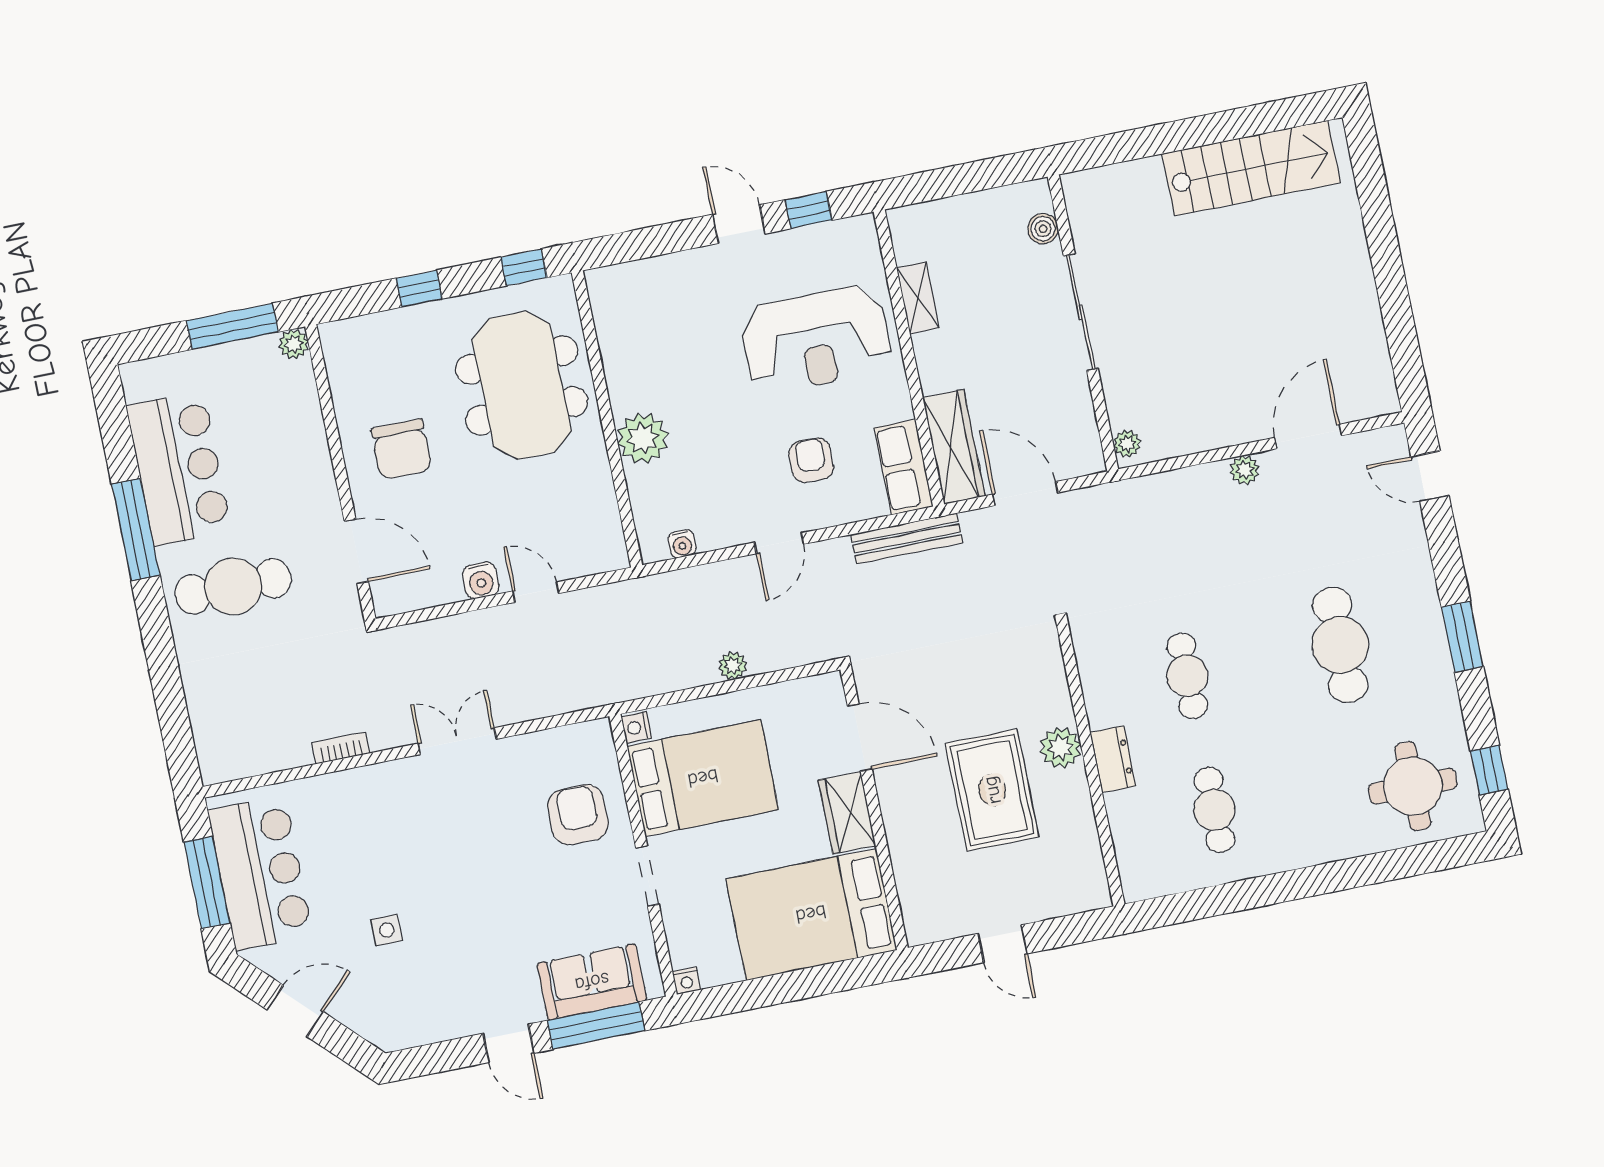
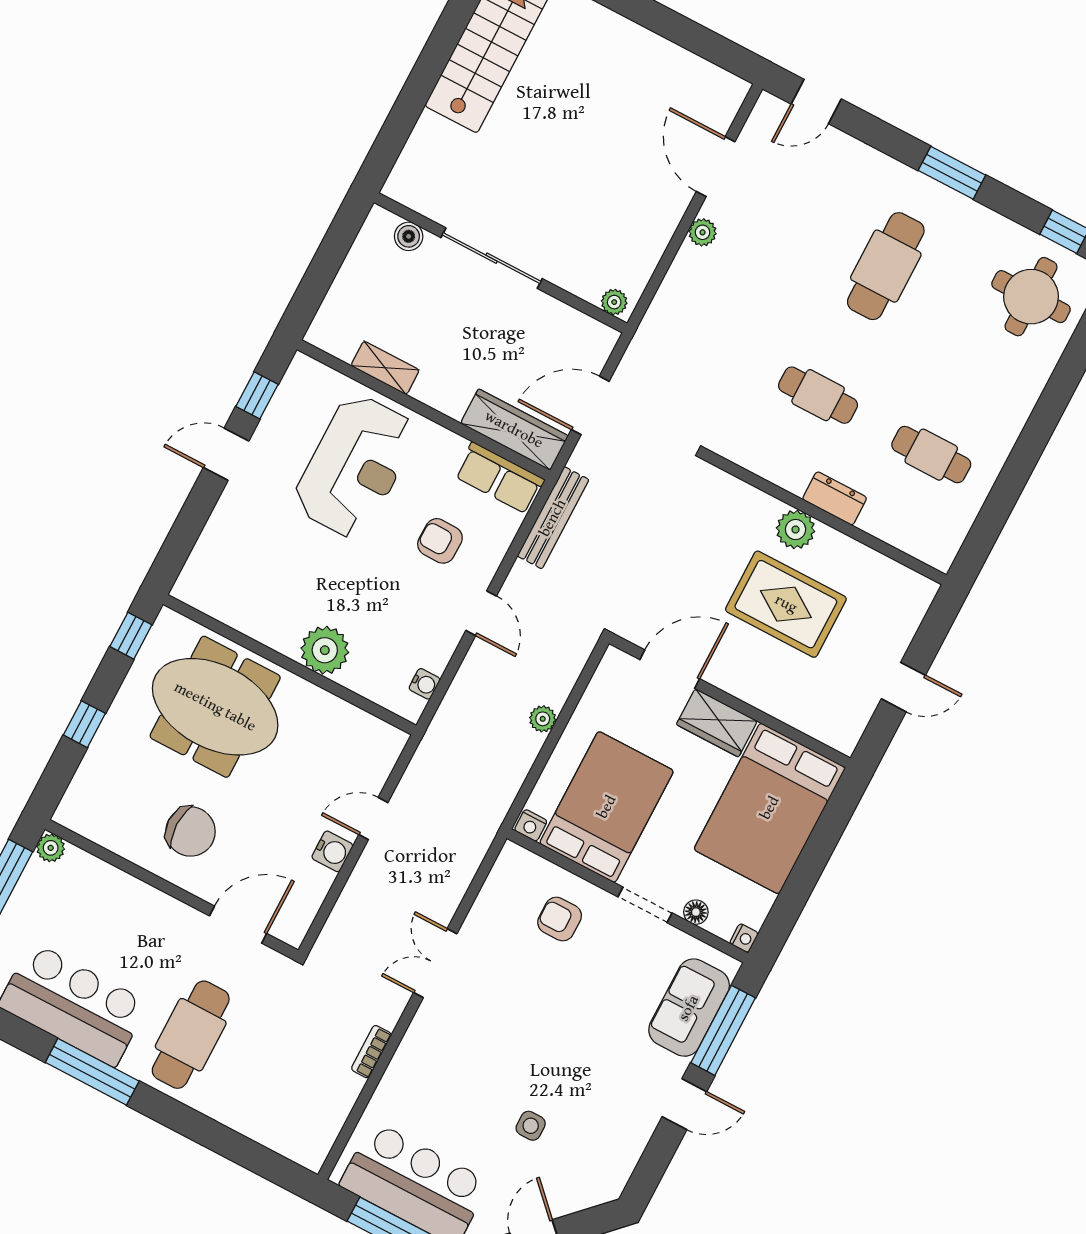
cafe table: (1340, 645) -> (886, 266), turned 90
armchair: (578, 815) -> (560, 919), width x0.72, depth x0.72
floor lamp: (676, 923) -> (696, 912), added

